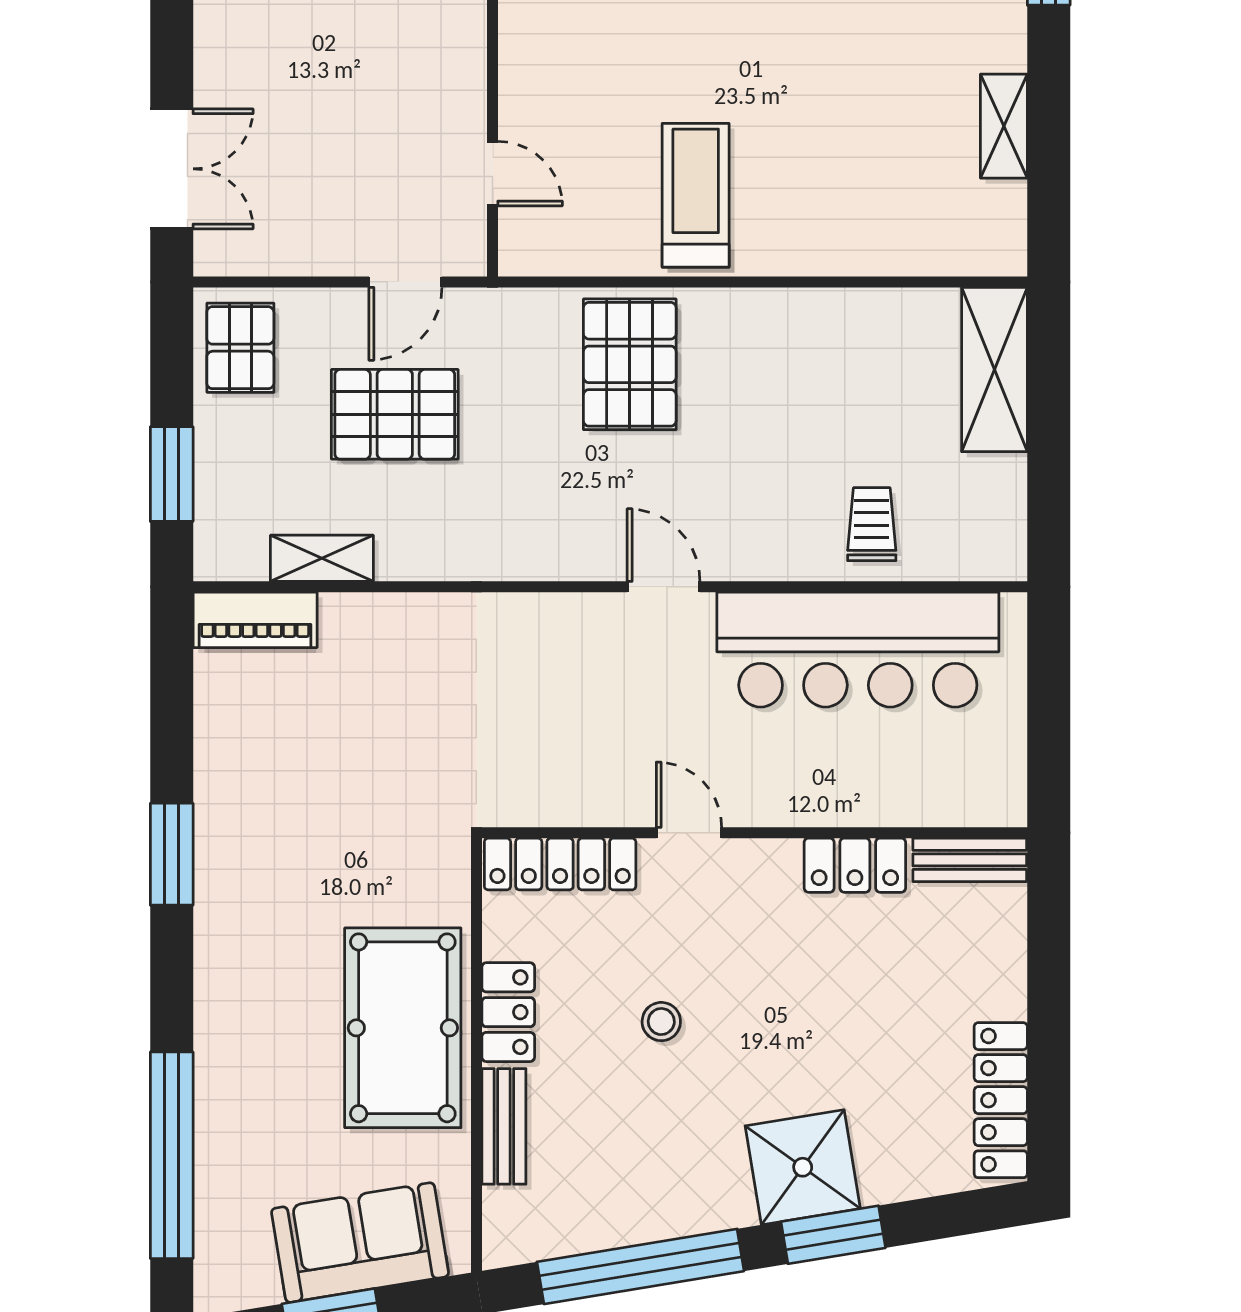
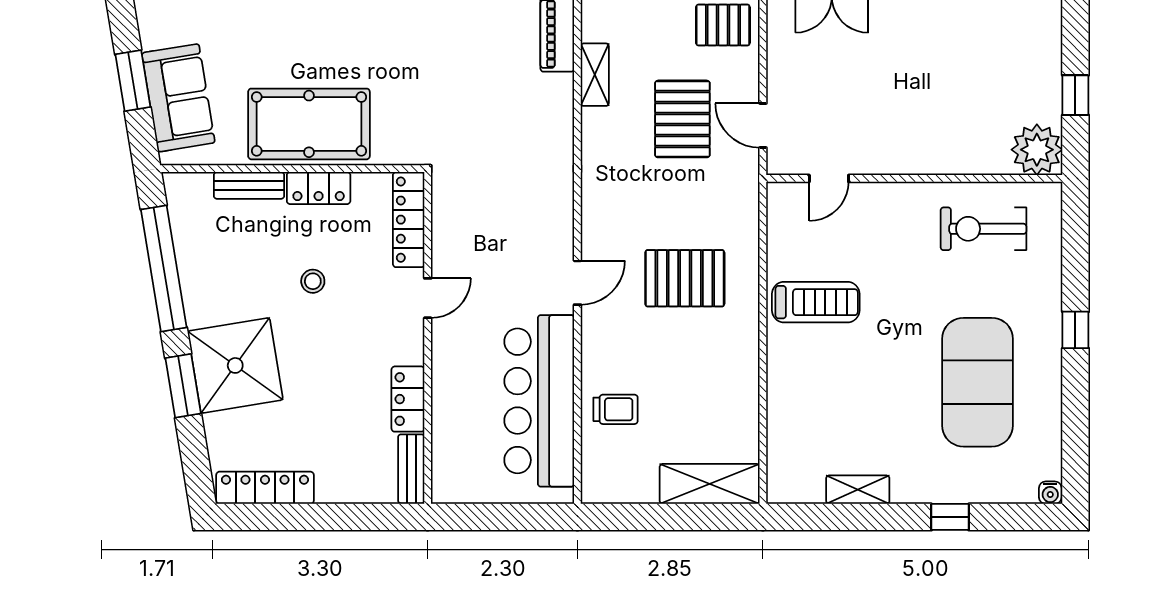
pallet: (630, 364) -> (685, 278), moved
shower: (803, 1167) -> (235, 365), width x1.37, depth x1.37

